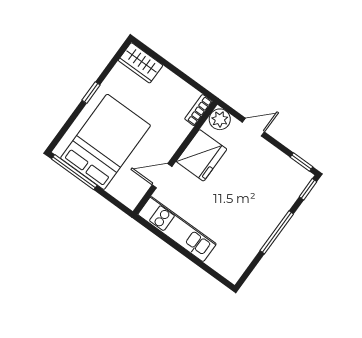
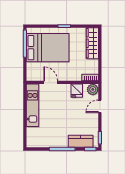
wardrobe: (141, 63) -> (92, 43), width x1.50
door: (253, 127) -> (100, 106), swing flipped
fridge: (202, 155) -> (77, 91), width x0.53, depth x0.75
kitchen counter: (285, 195) -> (81, 141), added

